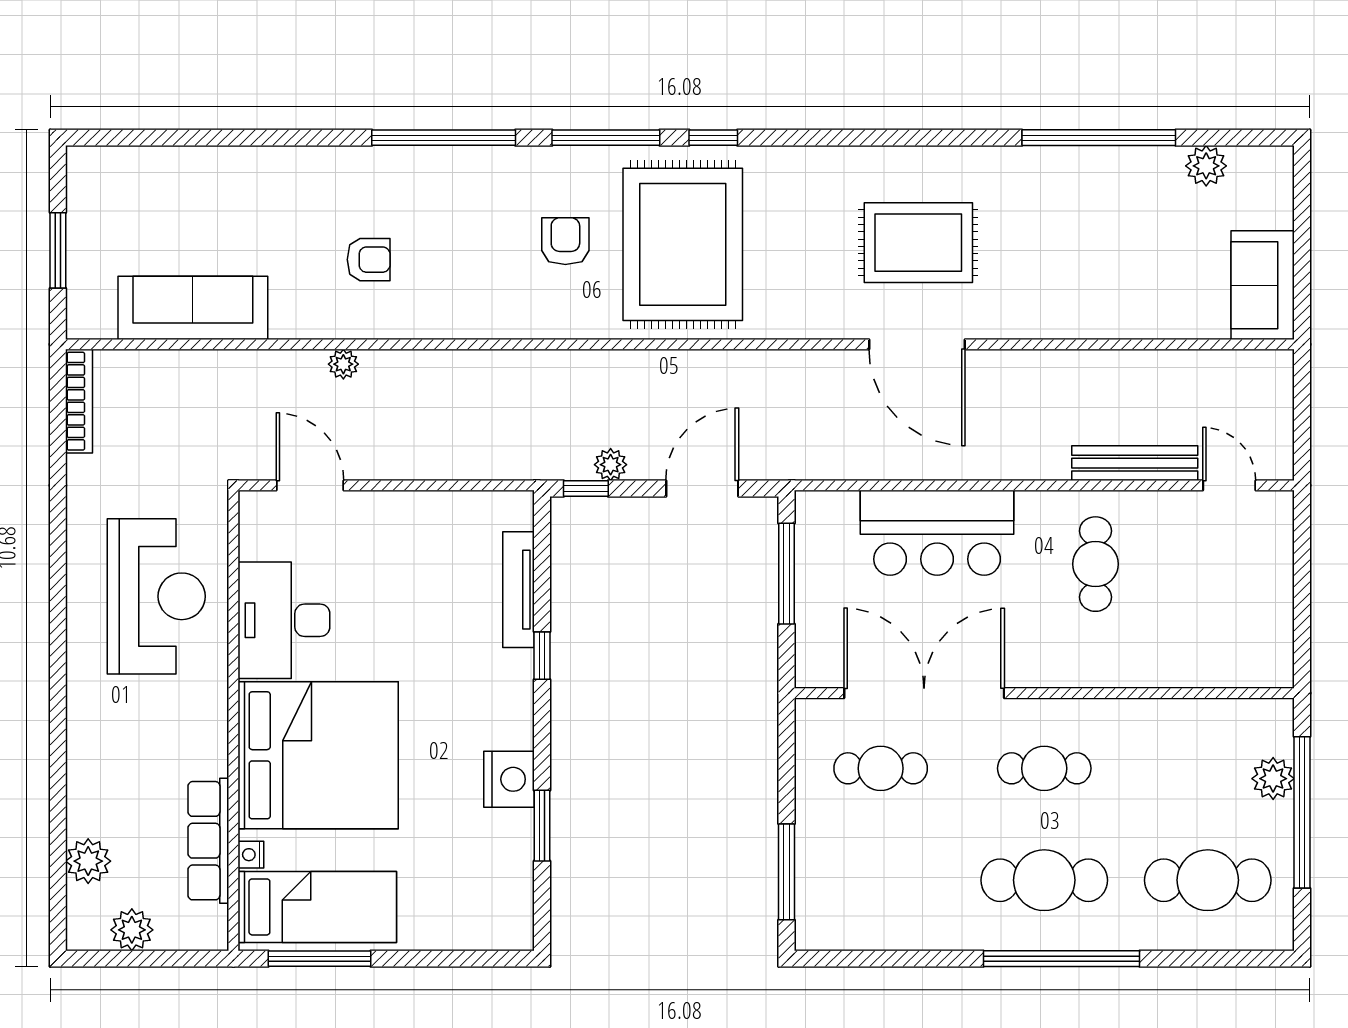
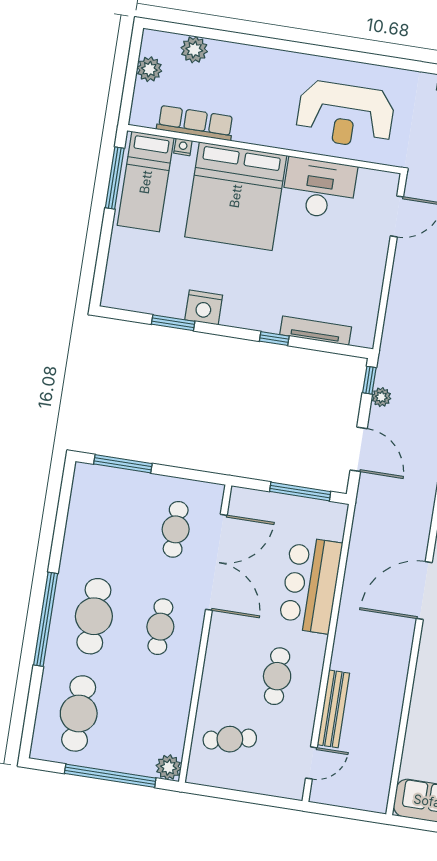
cafe table: (1096, 564) -> (277, 676), turned 90
cafe table: (1211, 626) -> (230, 739), added
plant: (1273, 779) -> (169, 767), moved

